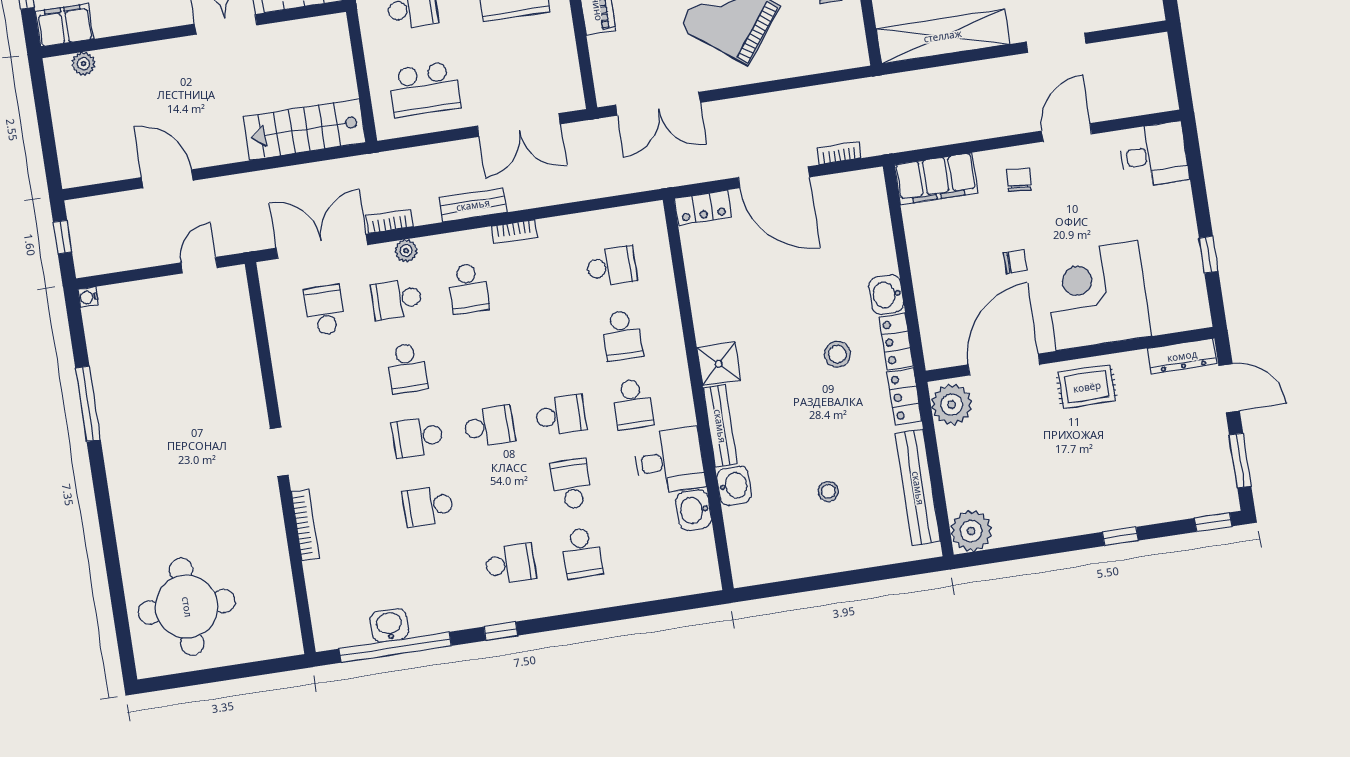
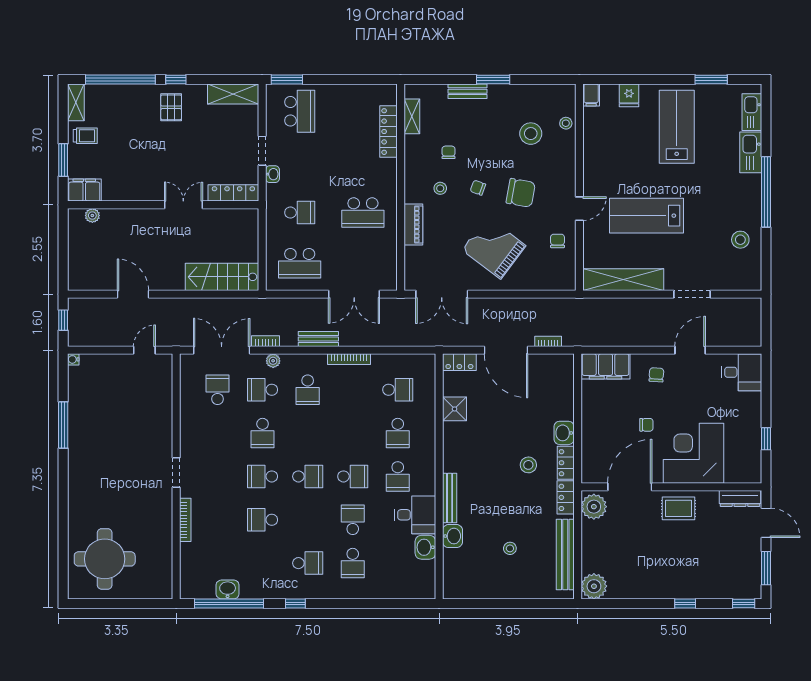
bookcase: (514, 232) -> (349, 359), width x1.56
shower: (719, 364) -> (455, 409), moved

